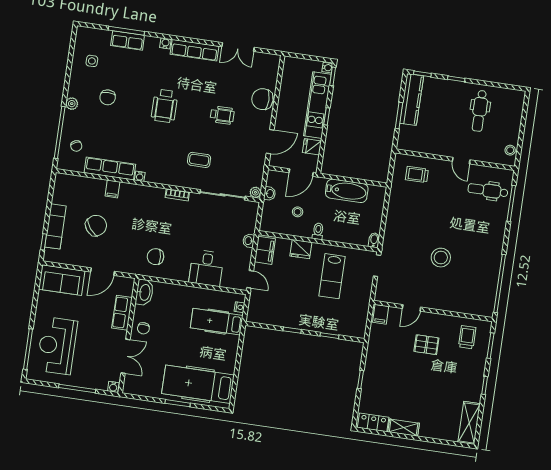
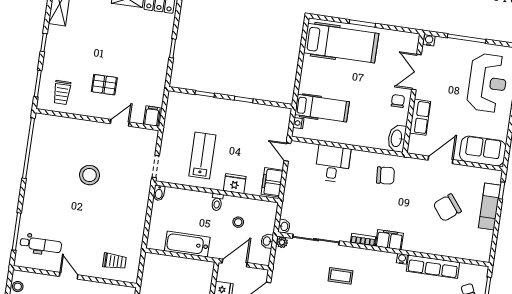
filing cabinet: (112, 189) -> (389, 240), moved, width x2.00
washbasin: (249, 241) -> (284, 226), moved

